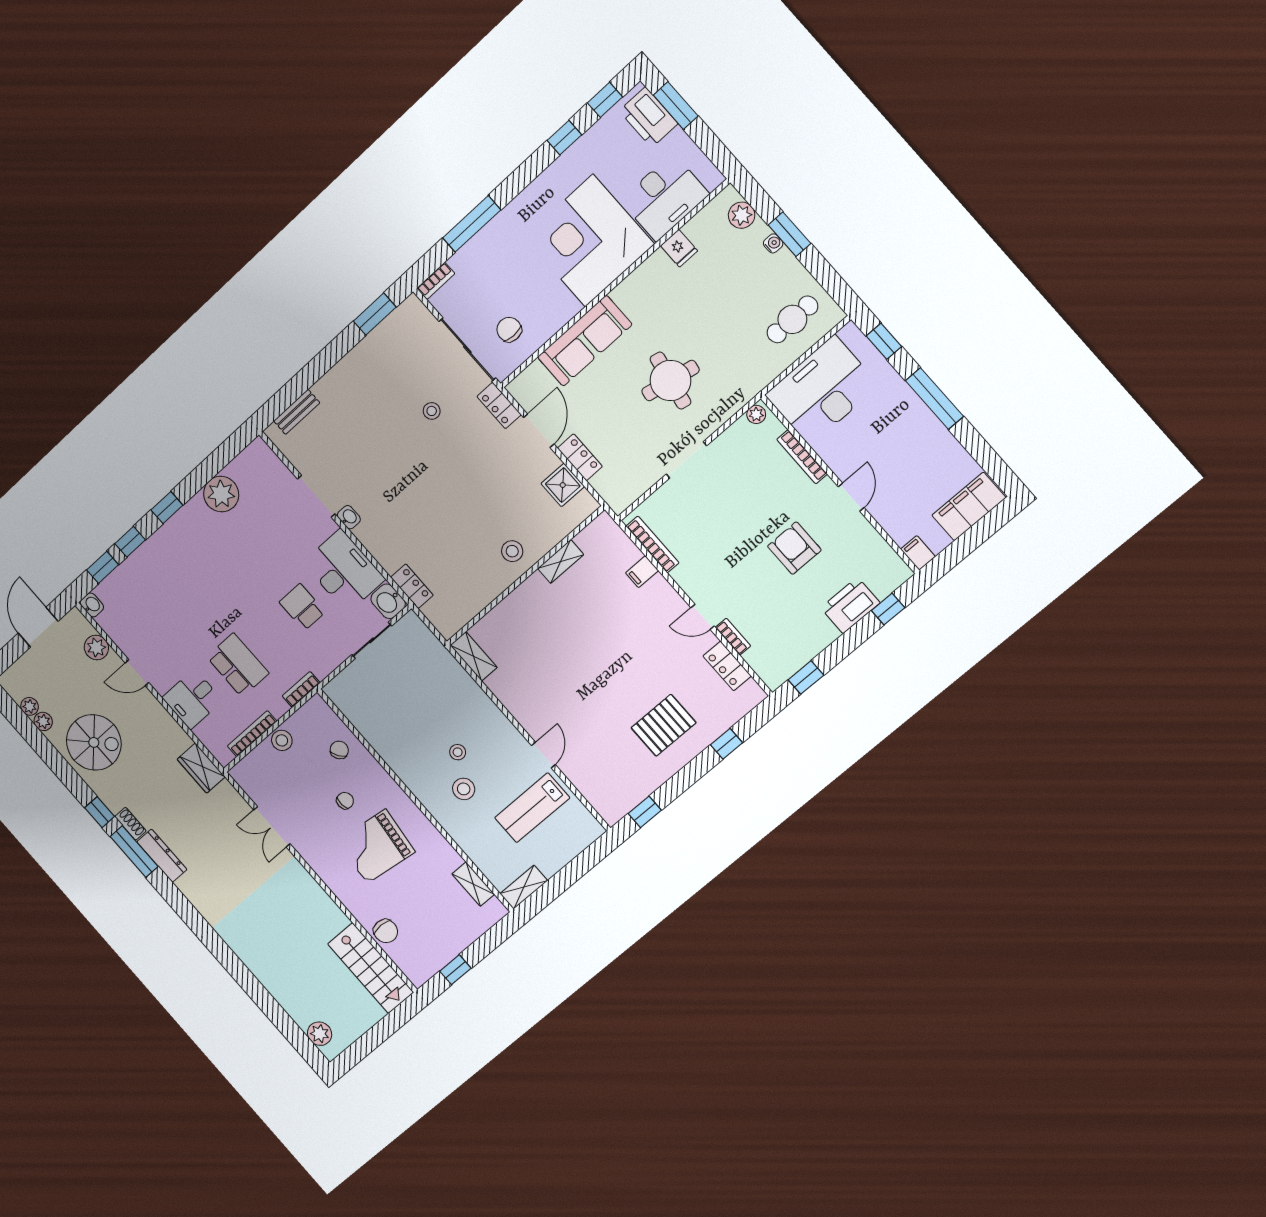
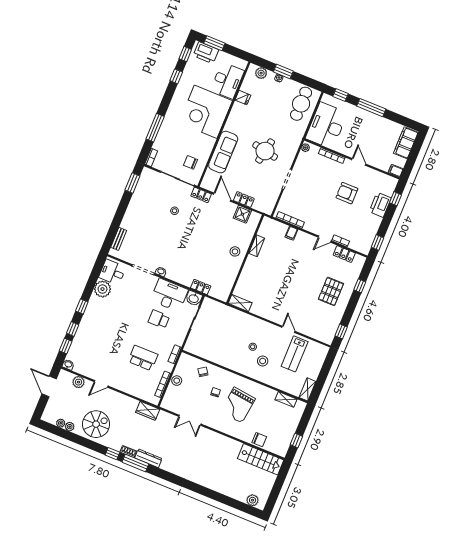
cafe table: (792, 319) -> (301, 104), width x1.37, depth x1.35
desk: (192, 699) -> (112, 272), moved, turned 90

